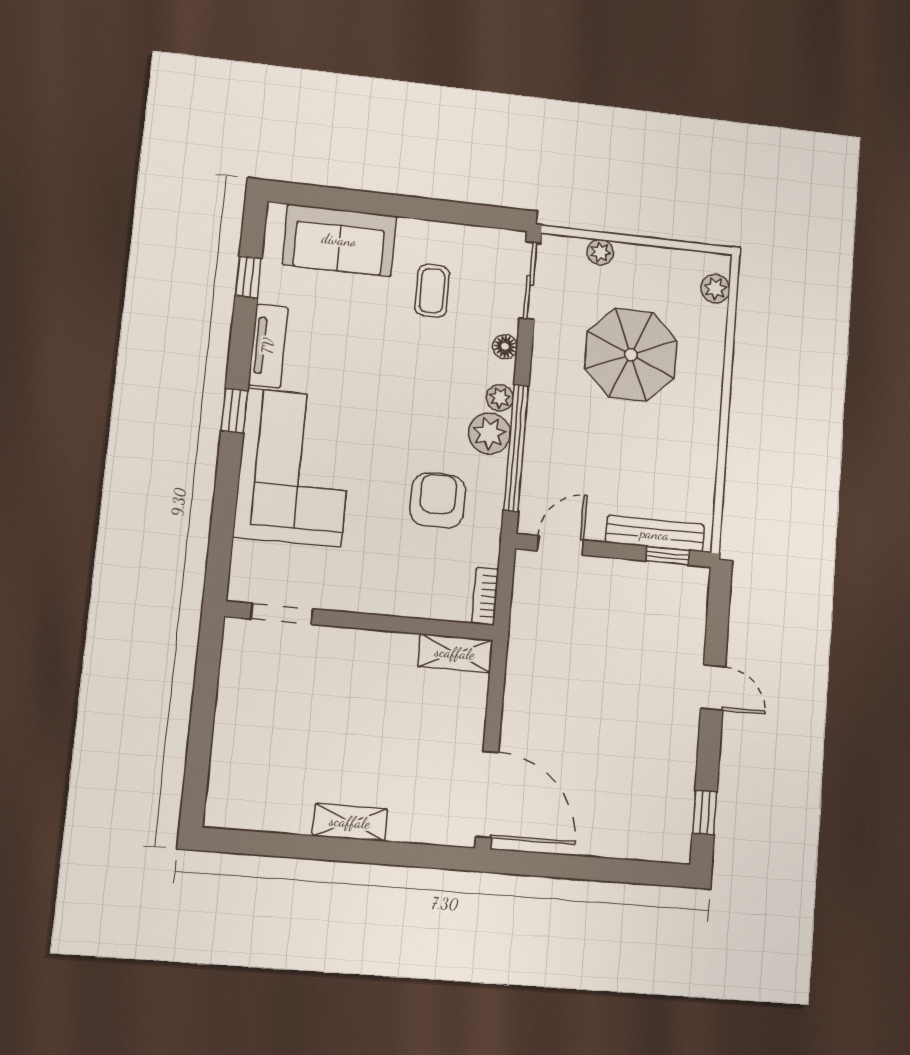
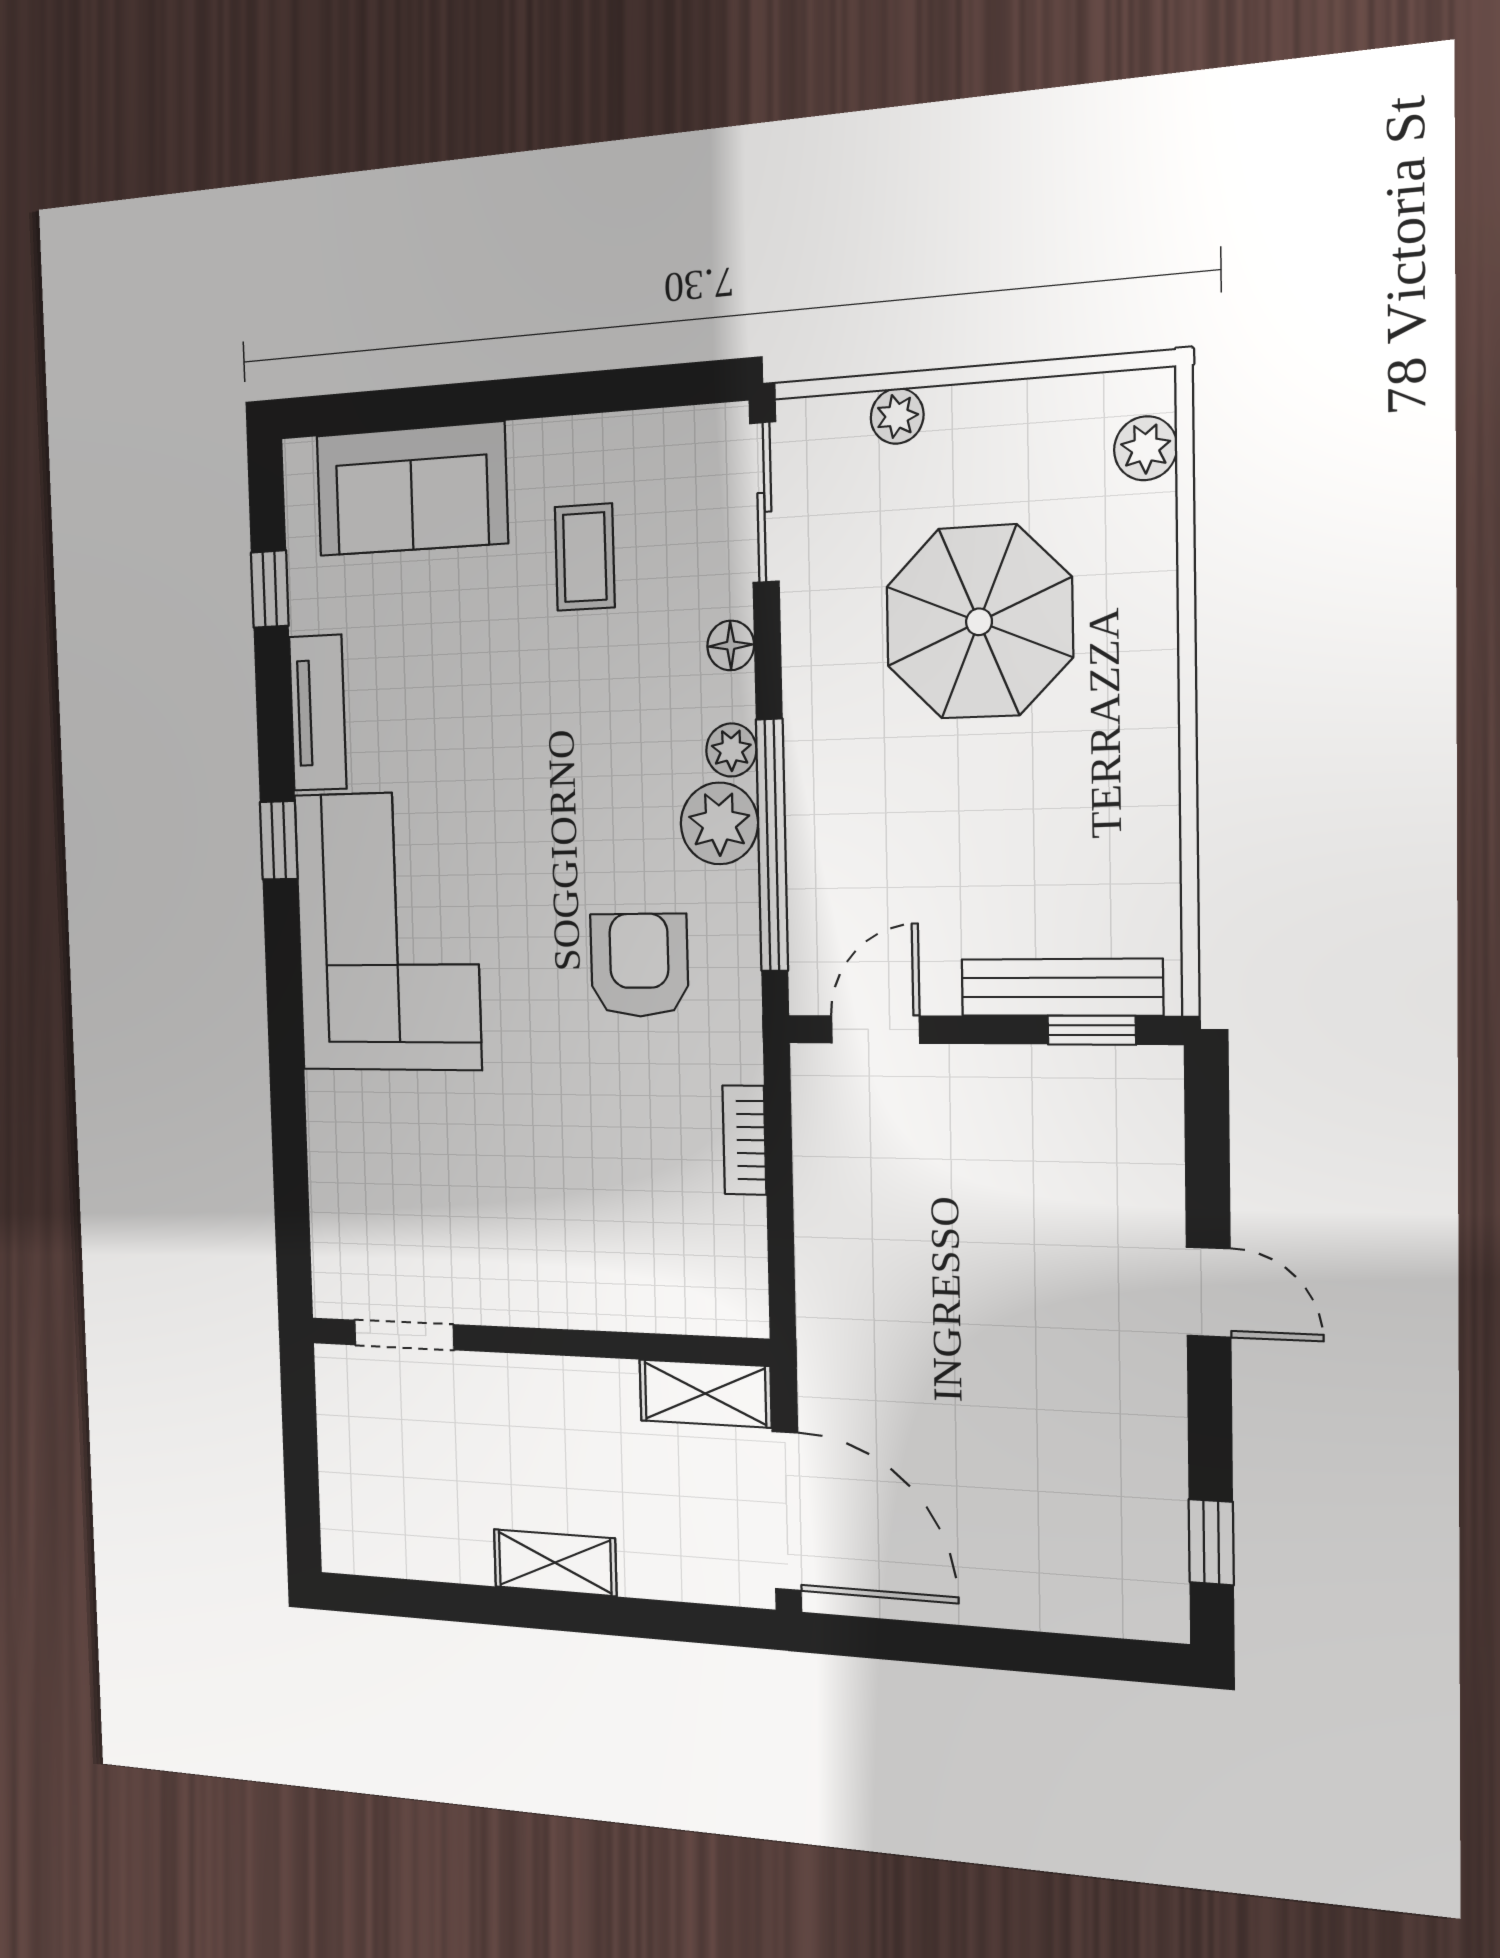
doorway: (282, 614) -> (404, 1335), moved
wall: (360, 621) -> (534, 1341), moved
shelving: (455, 653) -> (705, 1393), moved

